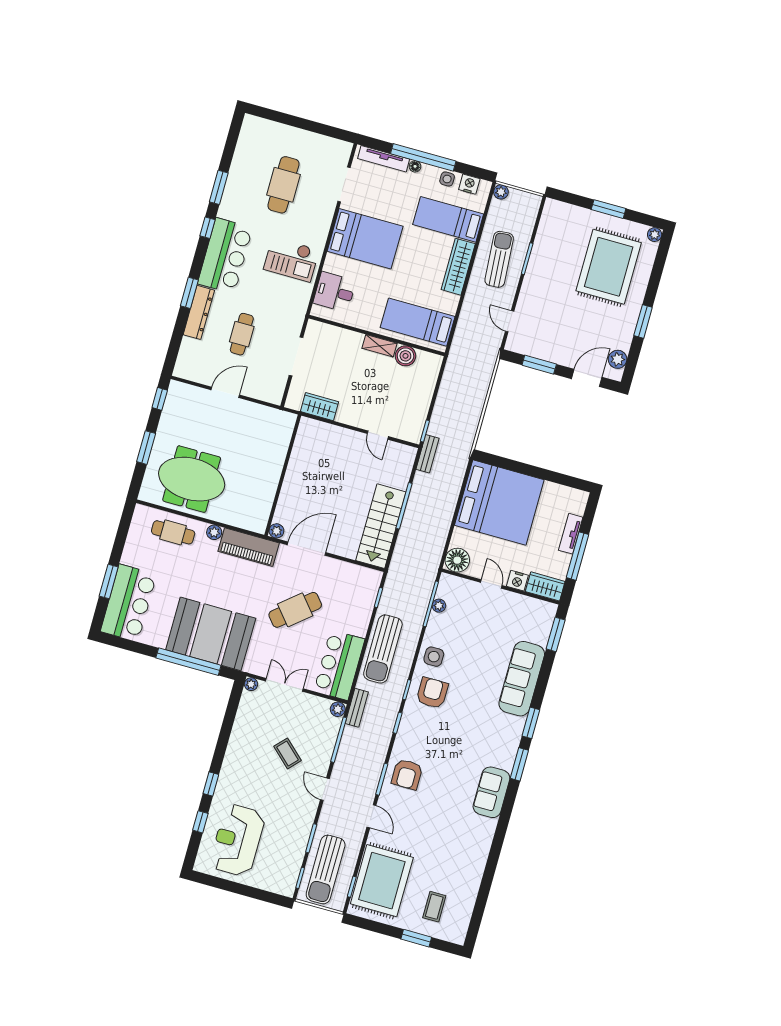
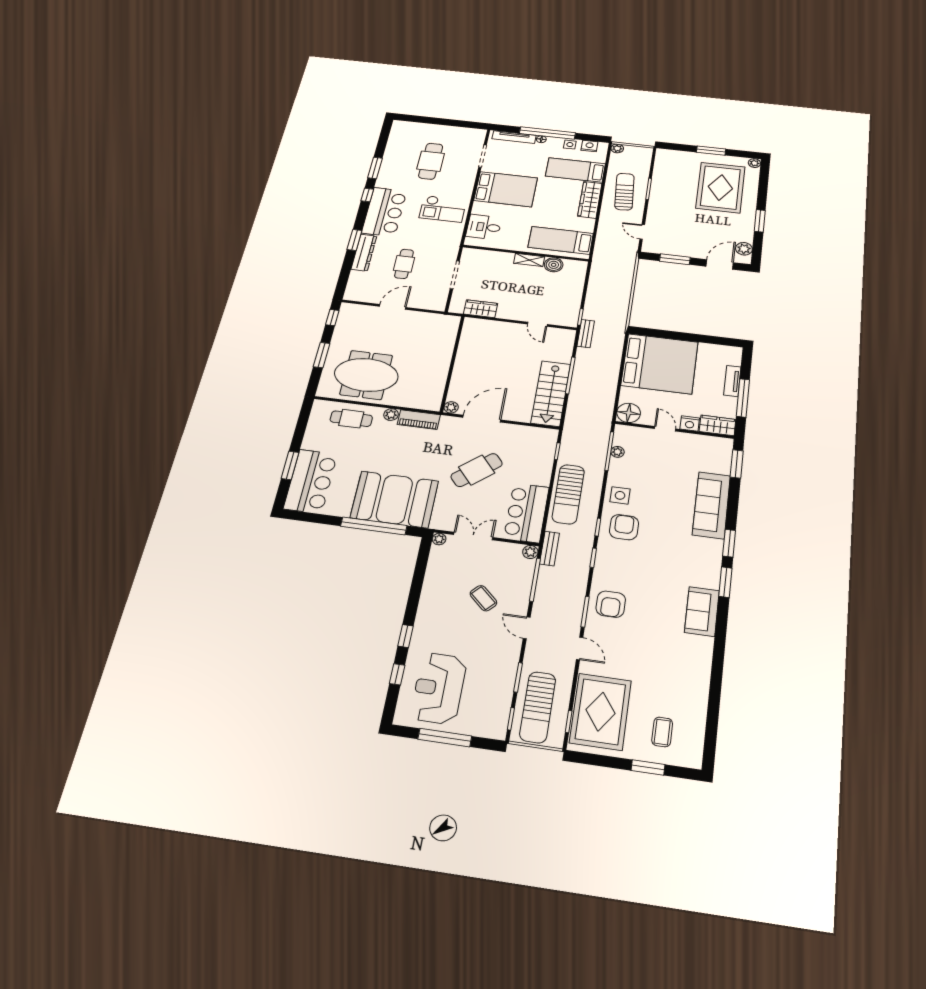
piano: (249, 547) -> (419, 420), width x0.73, depth x0.75
window: (239, 889) -> (445, 738), added

